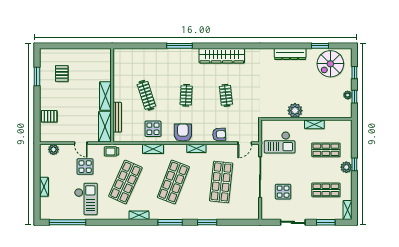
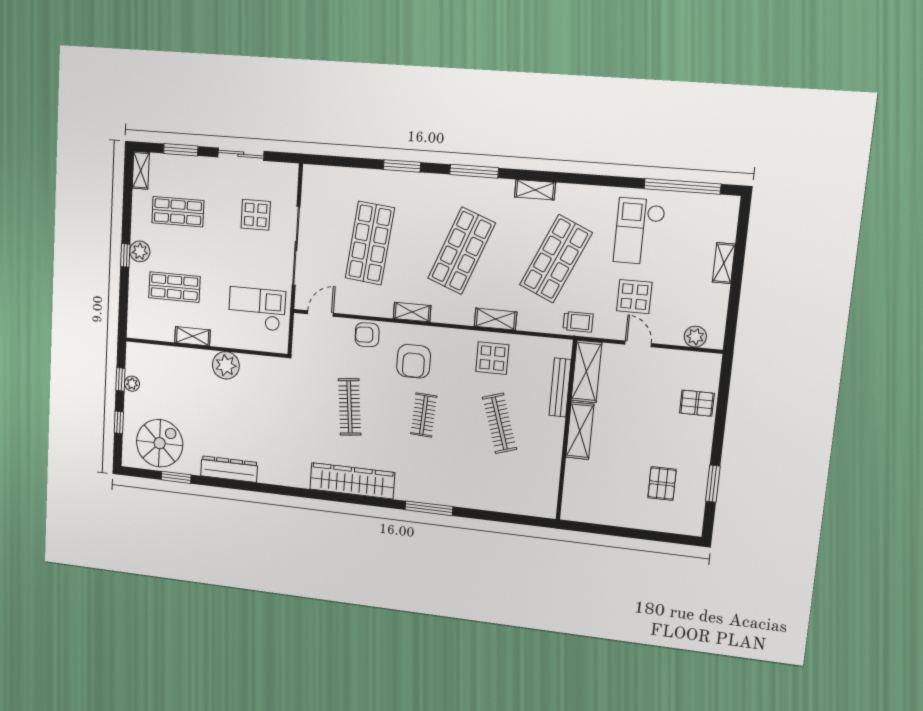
clothes rail: (226, 95) -> (350, 407), width x1.36
armchair: (183, 133) -> (414, 361), moved

